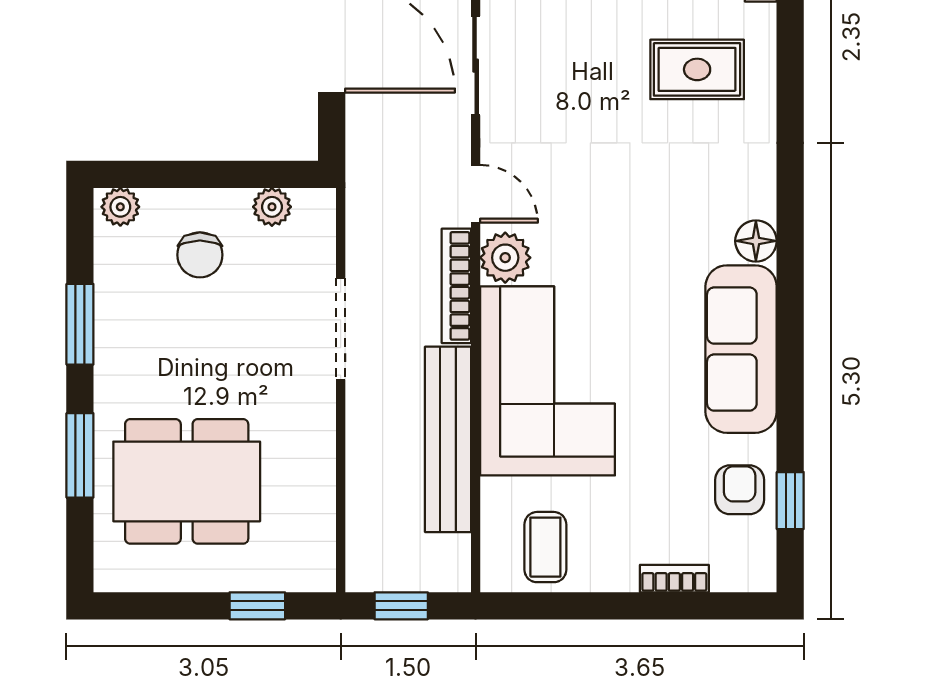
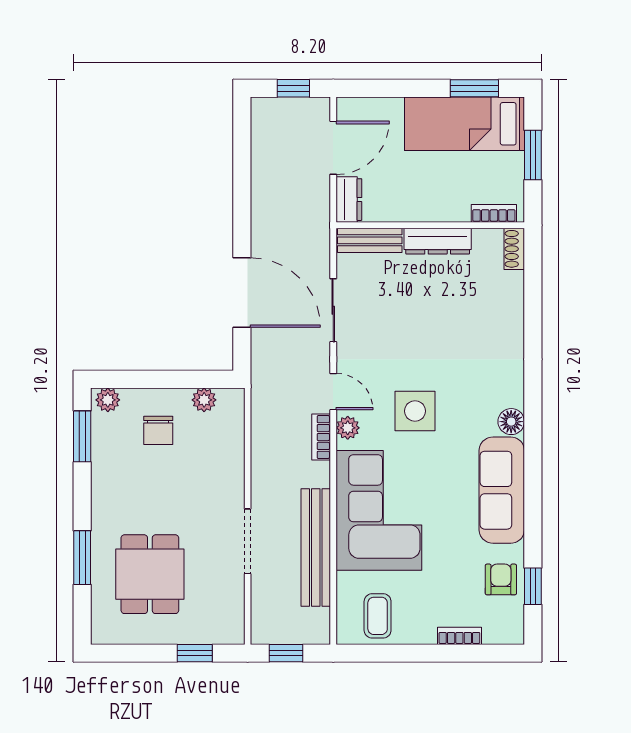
rug: (697, 69) -> (474, 313), removed
side table: (604, 224) -> (415, 411), added
plant: (505, 258) -> (348, 428), width x0.73, depth x0.73
bookcase: (456, 286) -> (321, 437), width x0.64
window: (80, 324) -> (82, 436), moved
doorway: (341, 329) -> (248, 541), moved
dining table: (187, 481) -> (150, 574), width x0.73

